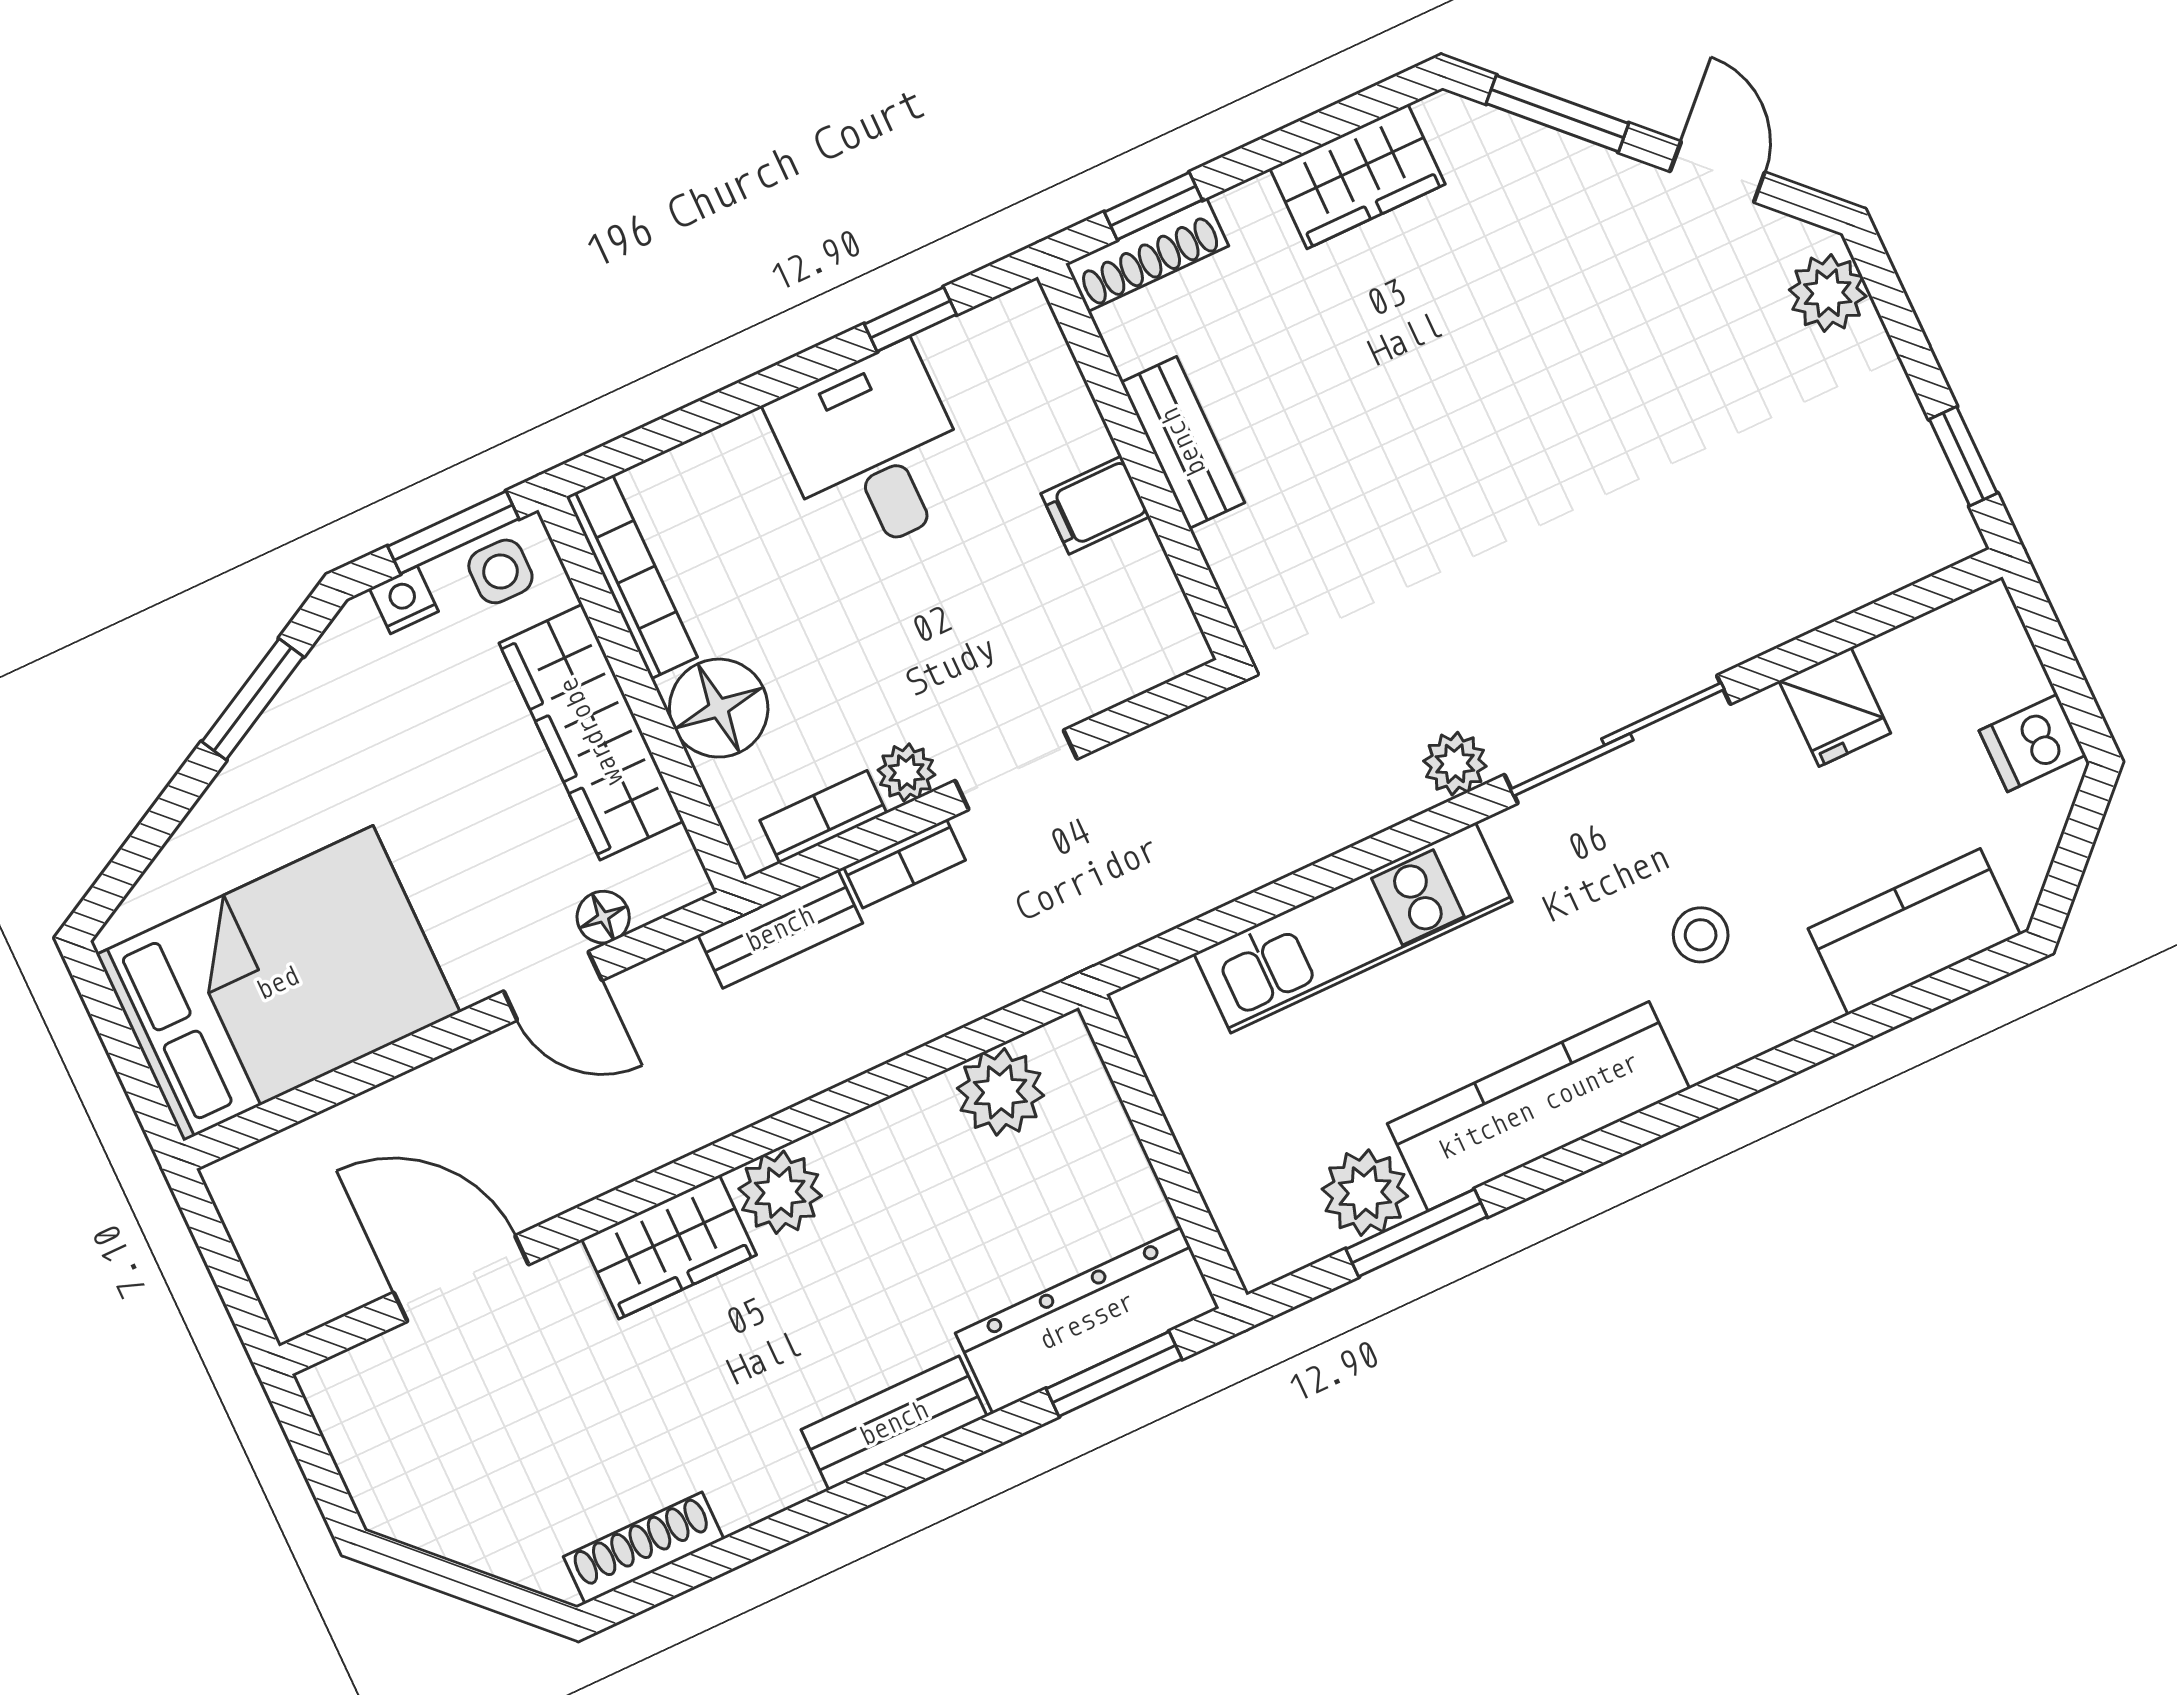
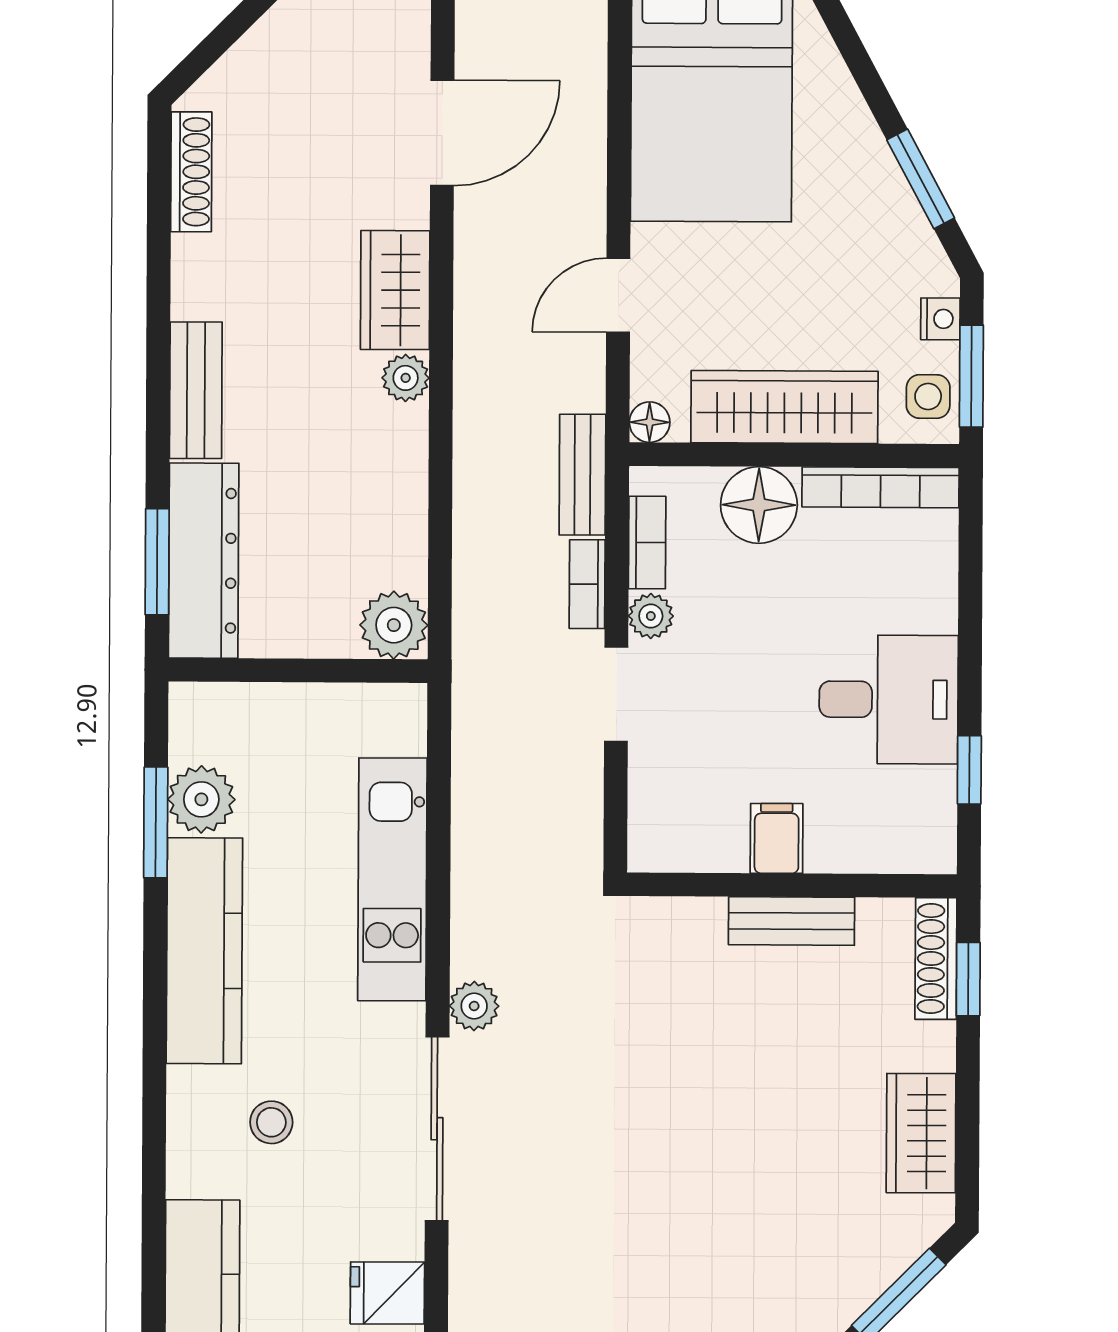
floor lamp: (603, 917) -> (650, 422), moved
plant: (1000, 1092) -> (394, 625), moved
plant: (780, 1192) -> (406, 378), width x0.73, depth x0.73

